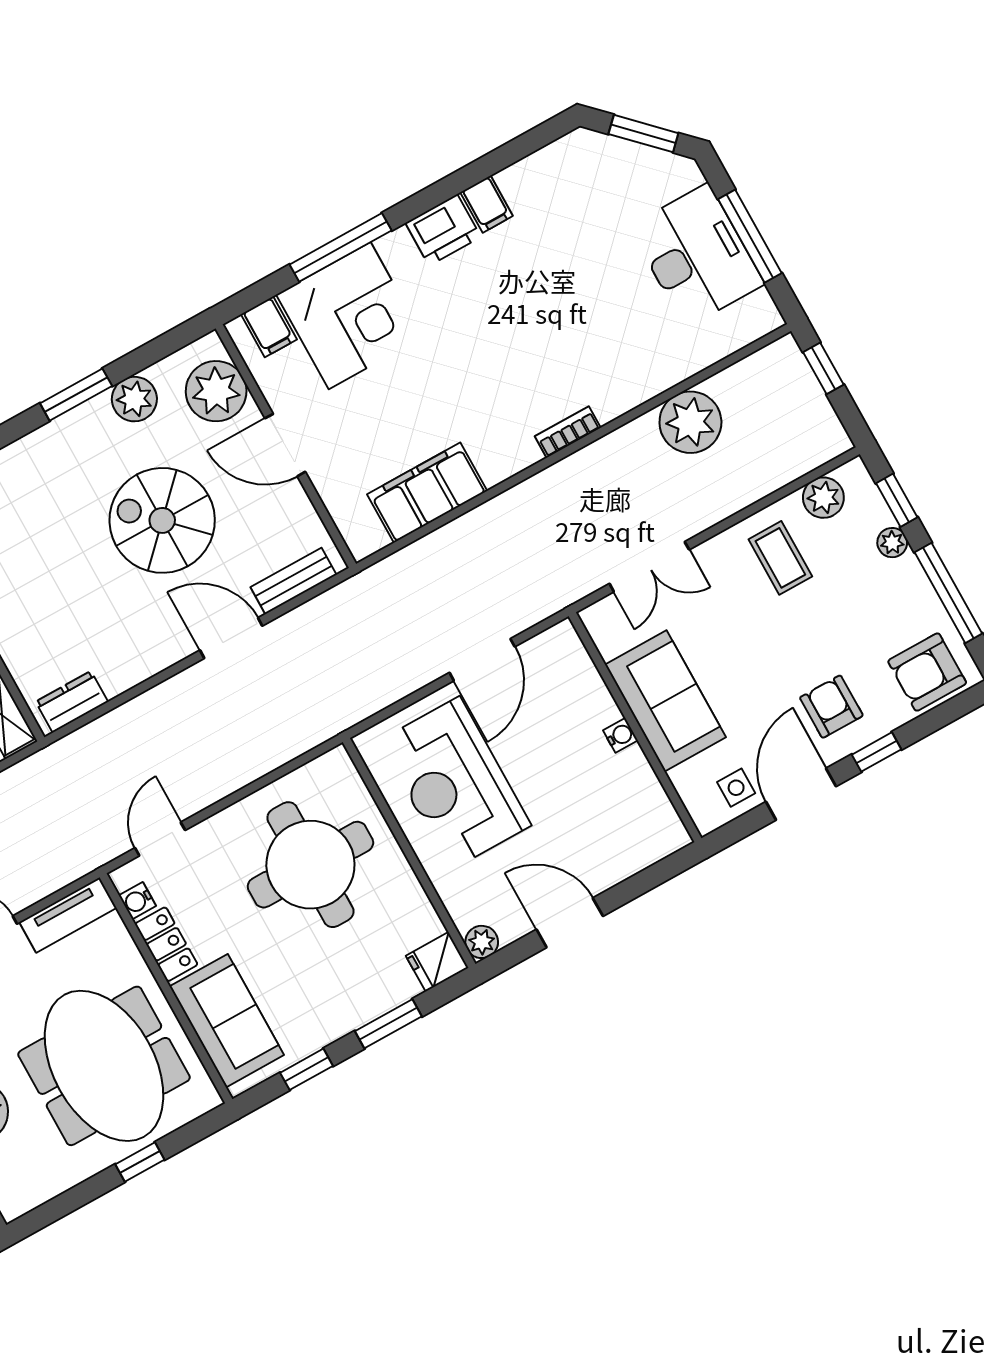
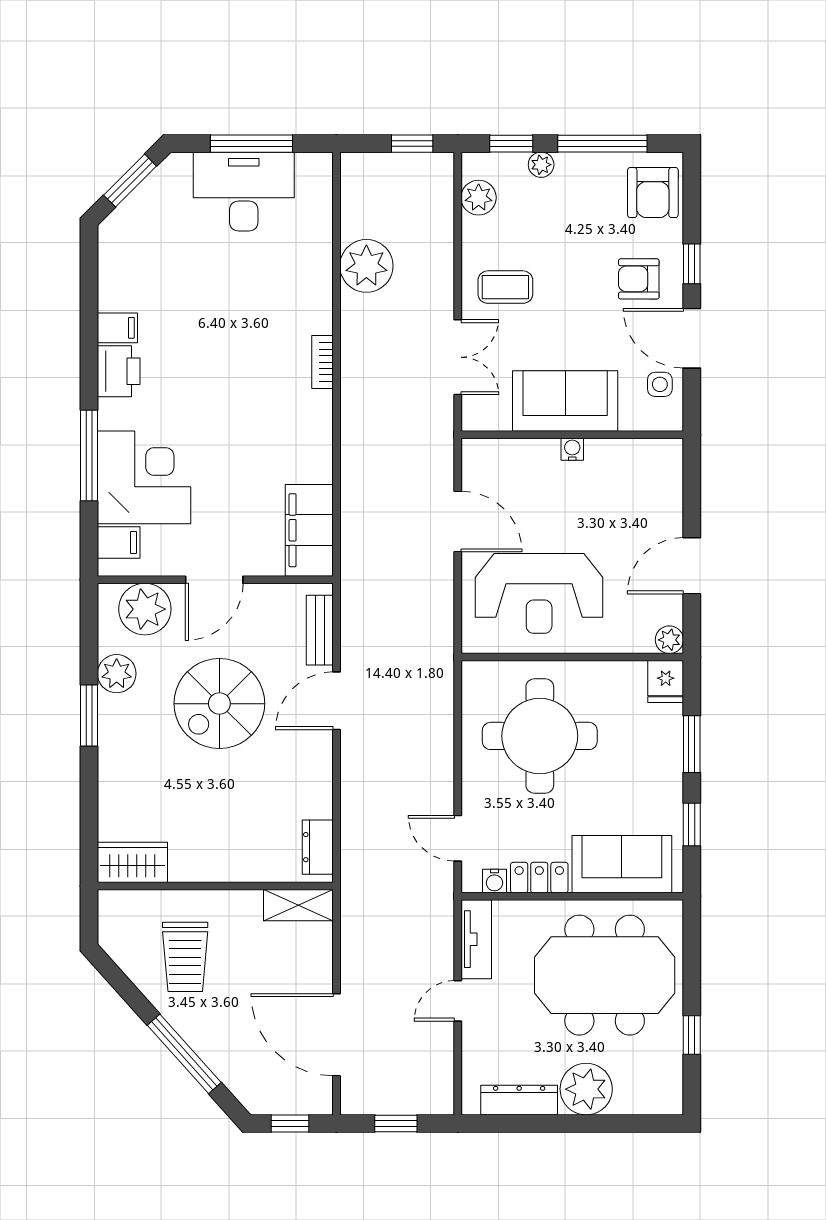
window: (823, 368) -> (412, 144), moved
filing cabinet: (427, 493) -> (309, 530), moved
coffee table: (780, 558) -> (505, 287), moved
window: (140, 1162) -> (692, 1035), moved

